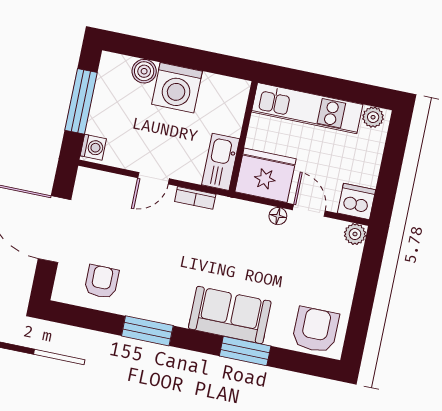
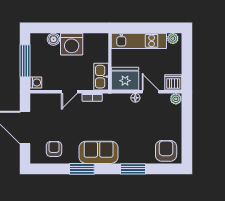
sofa: (230, 315) -> (99, 152), moved

